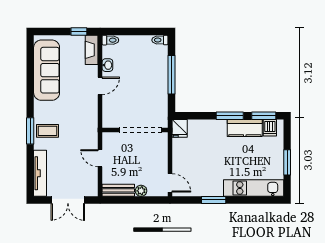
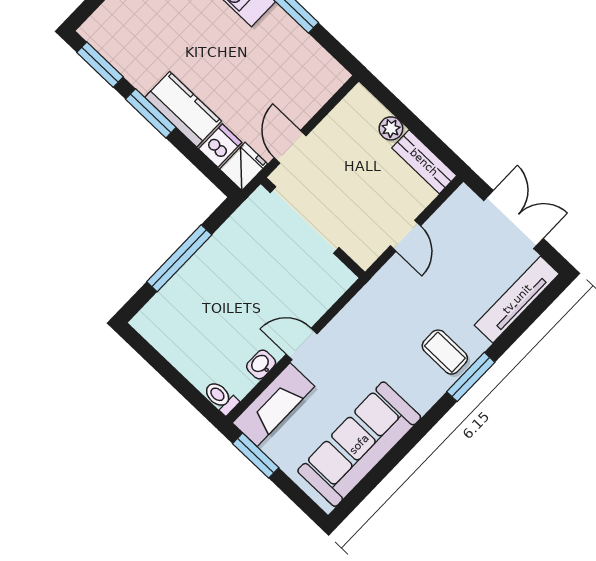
window: (79, 32) -> (256, 456), width x1.50
toilet: (160, 40) -> (147, 327), removed
fireplace: (92, 50) -> (274, 405), width x1.37, depth x1.32
kitchen counter: (245, 128) -> (183, 109), moved
dishwasher: (270, 128) -> (220, 146), moved
door: (170, 183) -> (290, 147), moved

